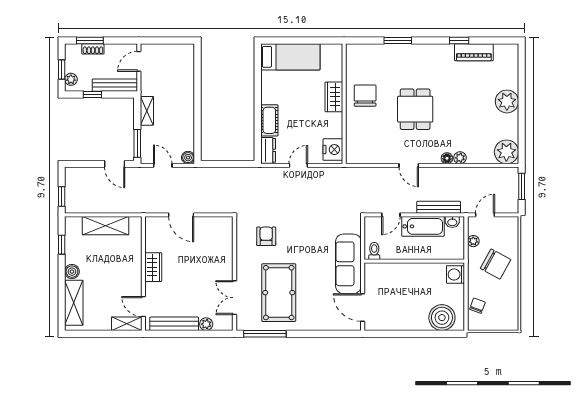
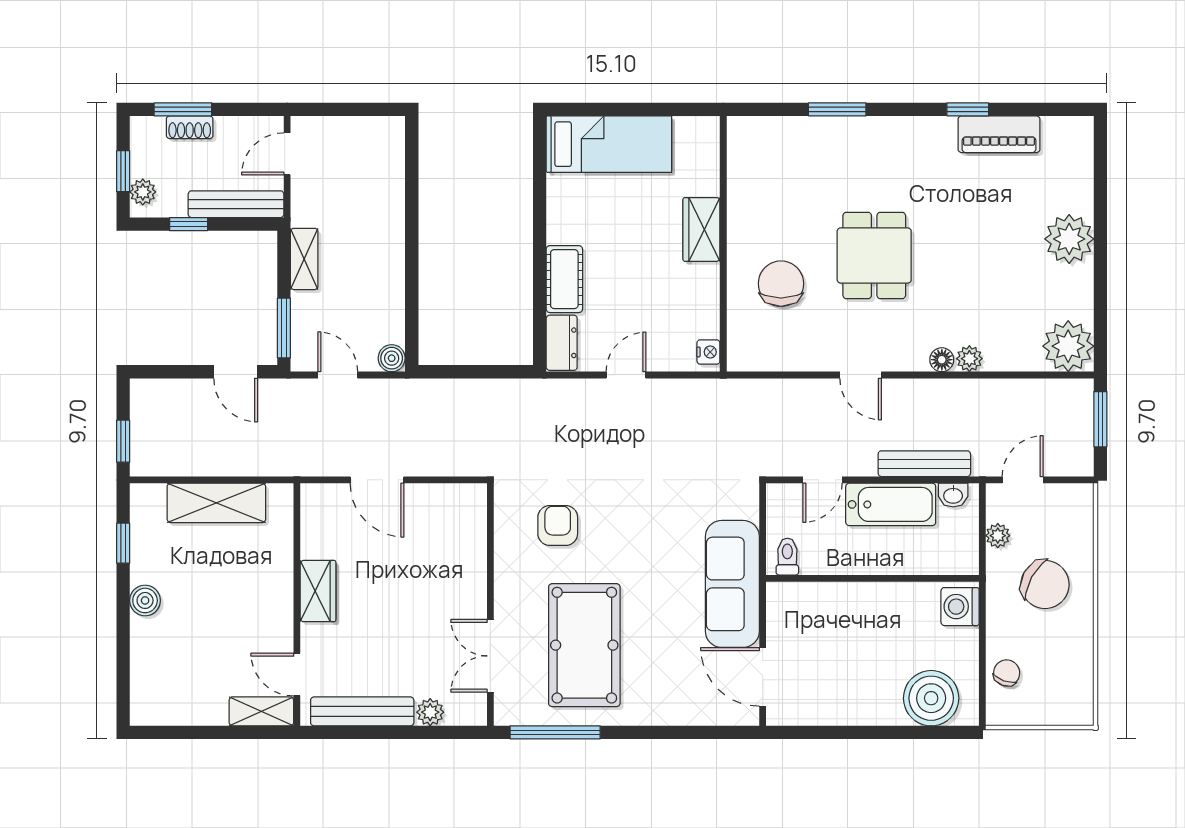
chair: (365, 96) -> (781, 284), moved
nightstand: (333, 150) -> (708, 352), width x0.53, depth x0.56
shelving: (74, 303) -> (149, 667), removed

